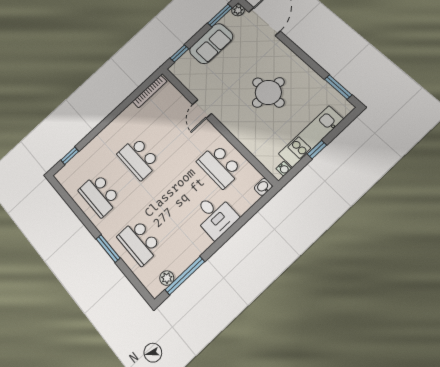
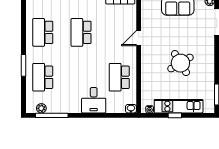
round table: (268, 92) -> (180, 63), turned -31

